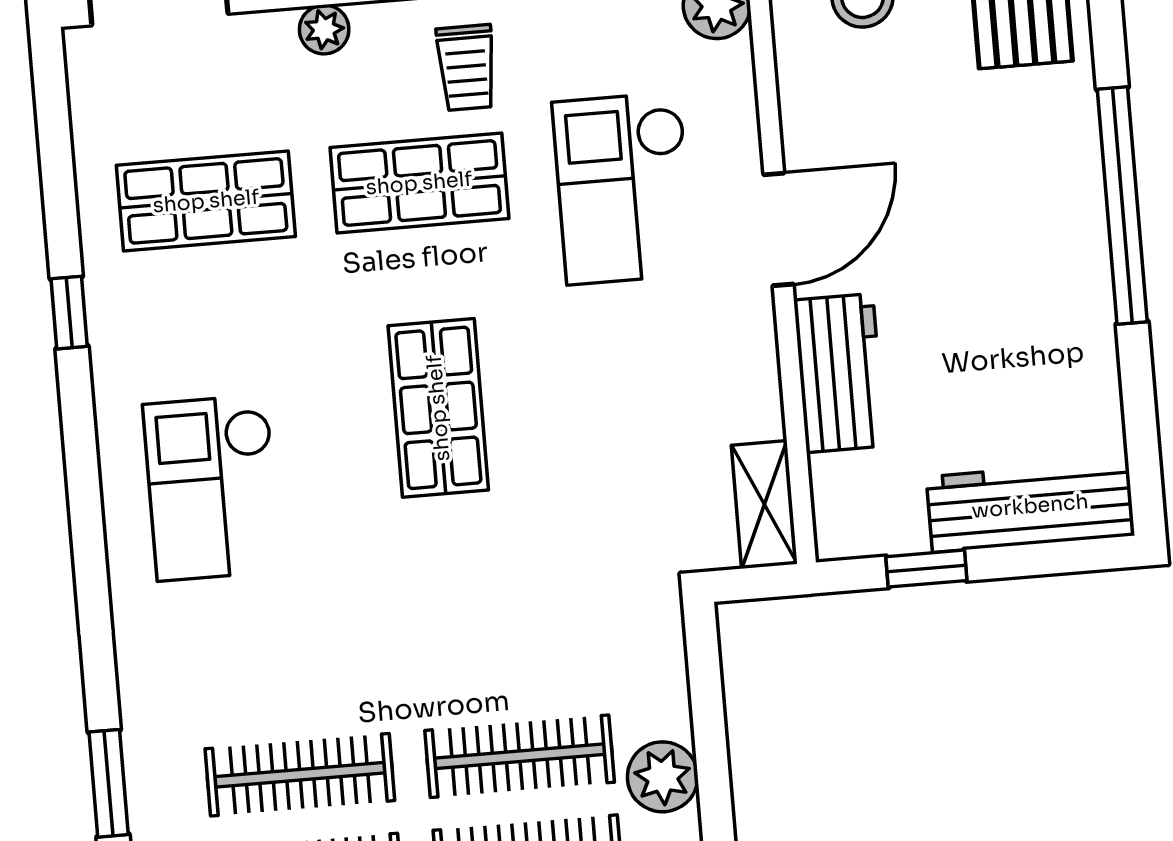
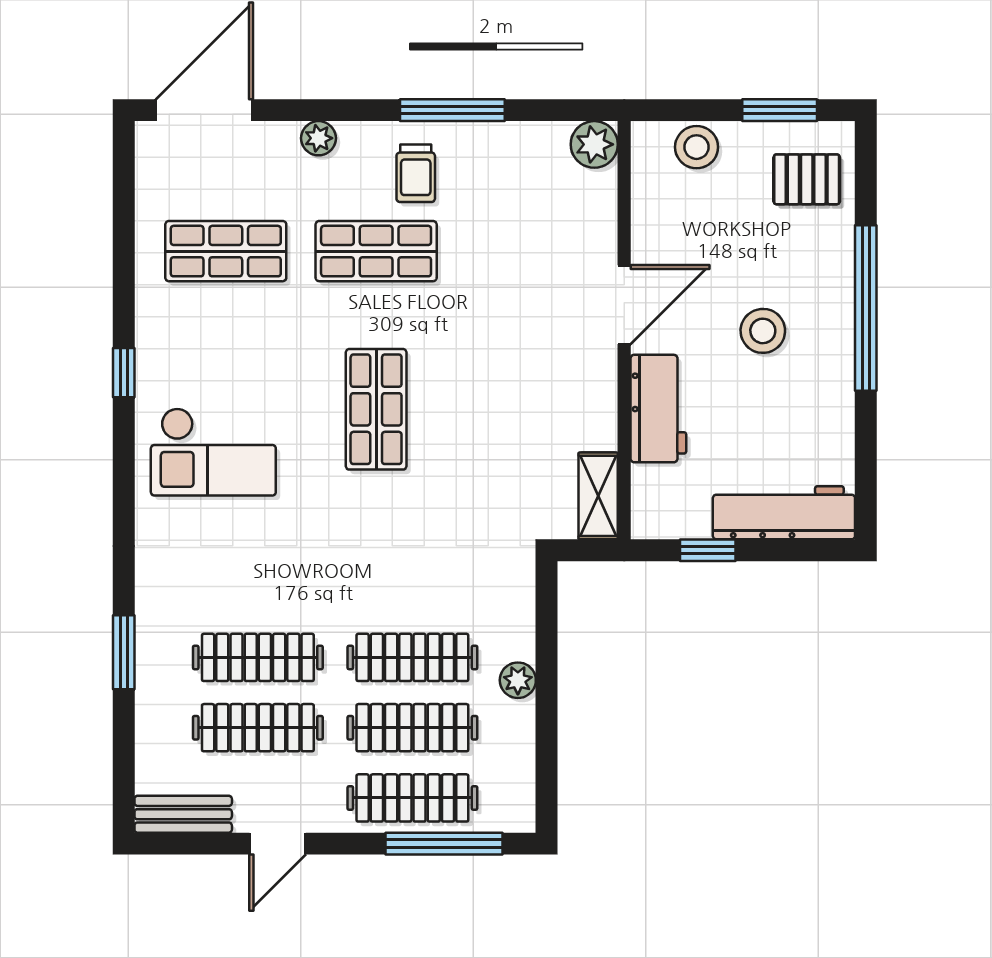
checkout: (624, 188) -> (518, 267), removed
stool: (979, 250) -> (763, 331), added
window: (69, 313) -> (124, 373), moved
checkout: (212, 488) -> (213, 452), turned -90
plant: (663, 777) -> (518, 680), width x0.73, depth x0.73

